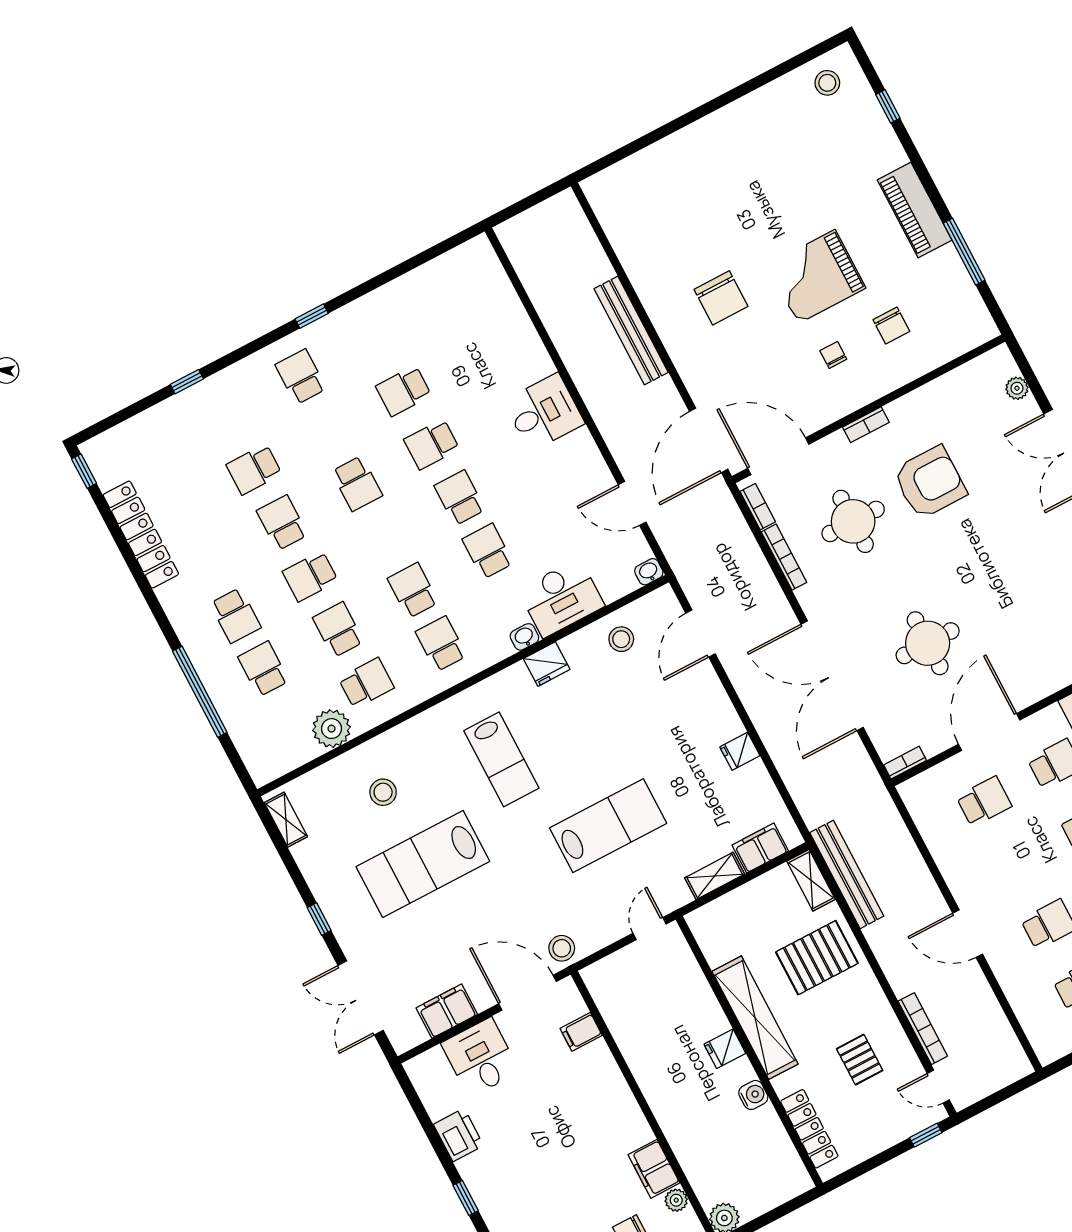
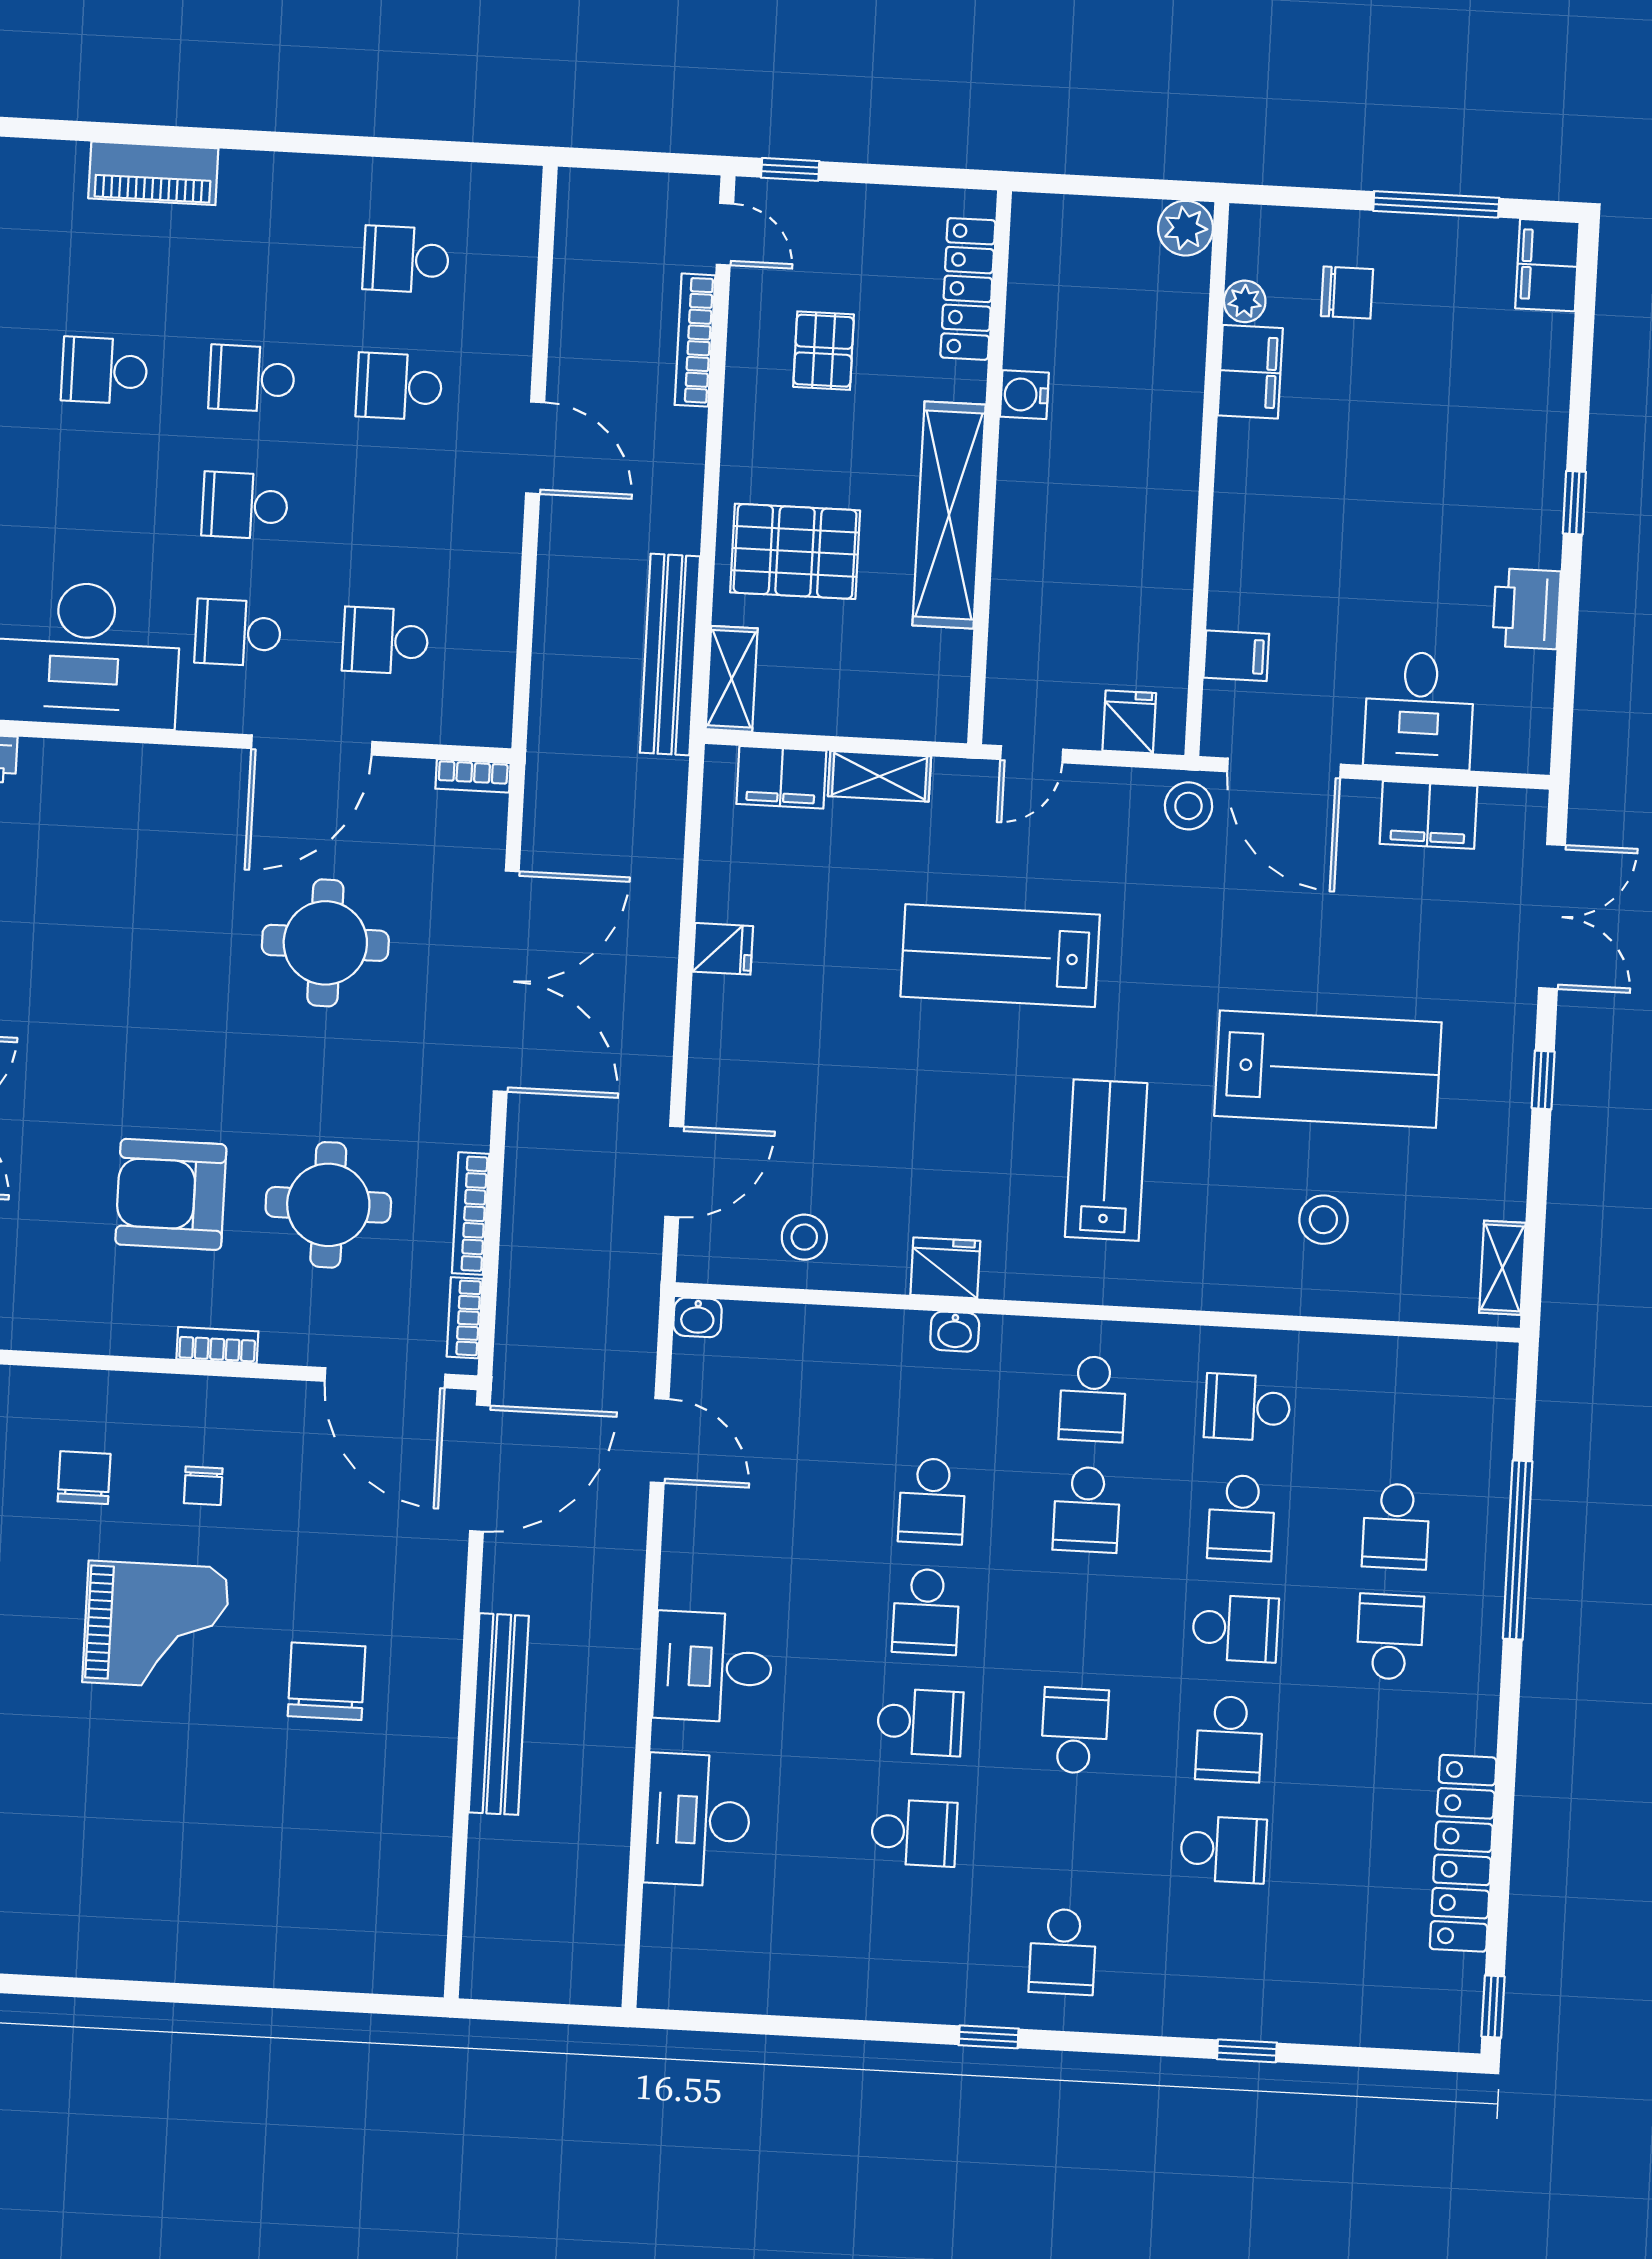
desk: (561, 598) -> (698, 1820), moved, turned -90
plant: (332, 729) -> (1345, 1368), removed
fridge: (725, 1049) -> (1129, 722), moved, turned -90

